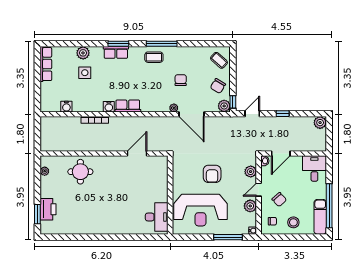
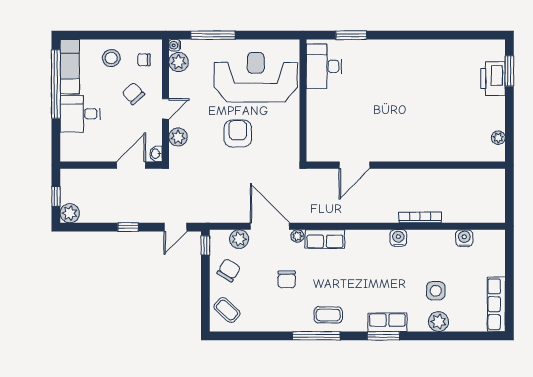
row of seats: (128, 106) -> (325, 239), moved
plant: (224, 106) -> (239, 239), moved
window: (329, 133) -> (56, 196), added
desk: (314, 168) -> (80, 114), moved, turned 90
round table: (80, 172) -> (443, 137), removed
plant: (250, 206) -> (178, 62), moved
window: (139, 237) -> (351, 35), added

